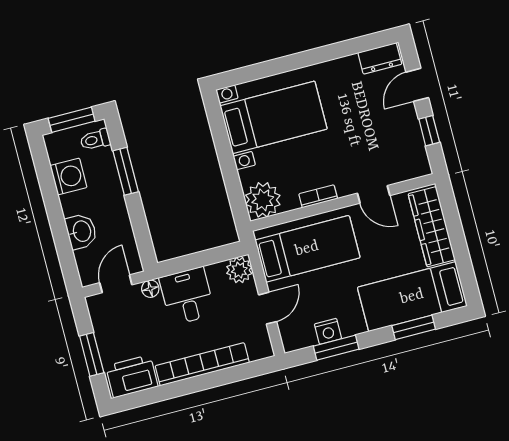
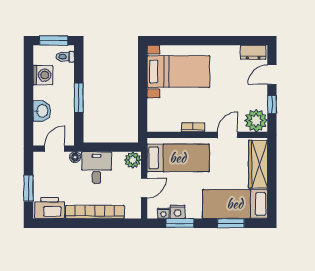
window: (126, 171) -> (79, 98), moved
door: (374, 194) -> (228, 135), swing flipped
plant: (263, 200) -> (256, 121), moved
nightstand: (307, 339) -> (163, 213), added

